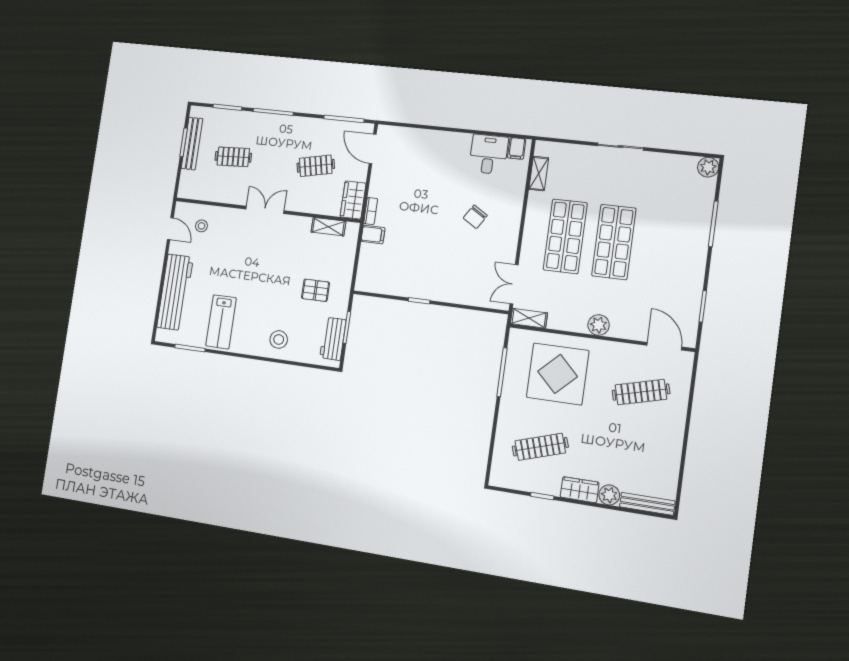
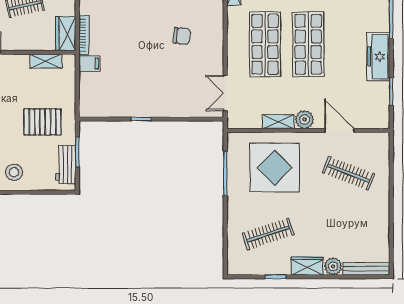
bookcase: (371, 211) -> (84, 35), width x1.56
chair: (475, 217) -> (182, 36), turned -116
freezer: (693, 265) -> (378, 57), added
pallet: (316, 290) -> (42, 122), width x1.50, depth x1.42
shelving: (529, 318) -> (278, 122), moved
door: (664, 346) -> (339, 130), moved
clothes rail: (641, 392) -> (348, 173), turned 36

